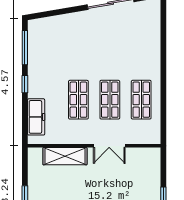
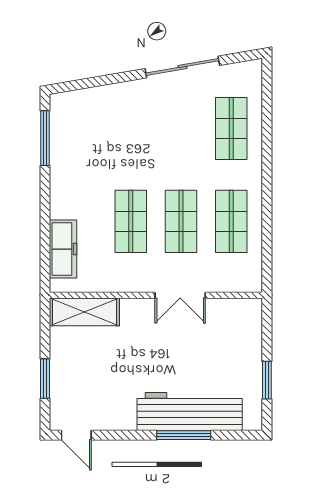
shop shelf: (141, 42) -> (231, 129), added
window: (25, 84) -> (45, 197), removed
shelving: (65, 156) -> (84, 312), moved

